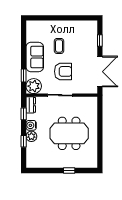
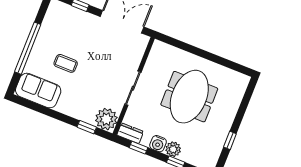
window: (59, 18) -> (28, 48), added
sofa: (35, 57) -> (38, 91), moved
armchair: (63, 71) -> (102, 72), removed
window: (69, 171) -> (230, 140), moved

